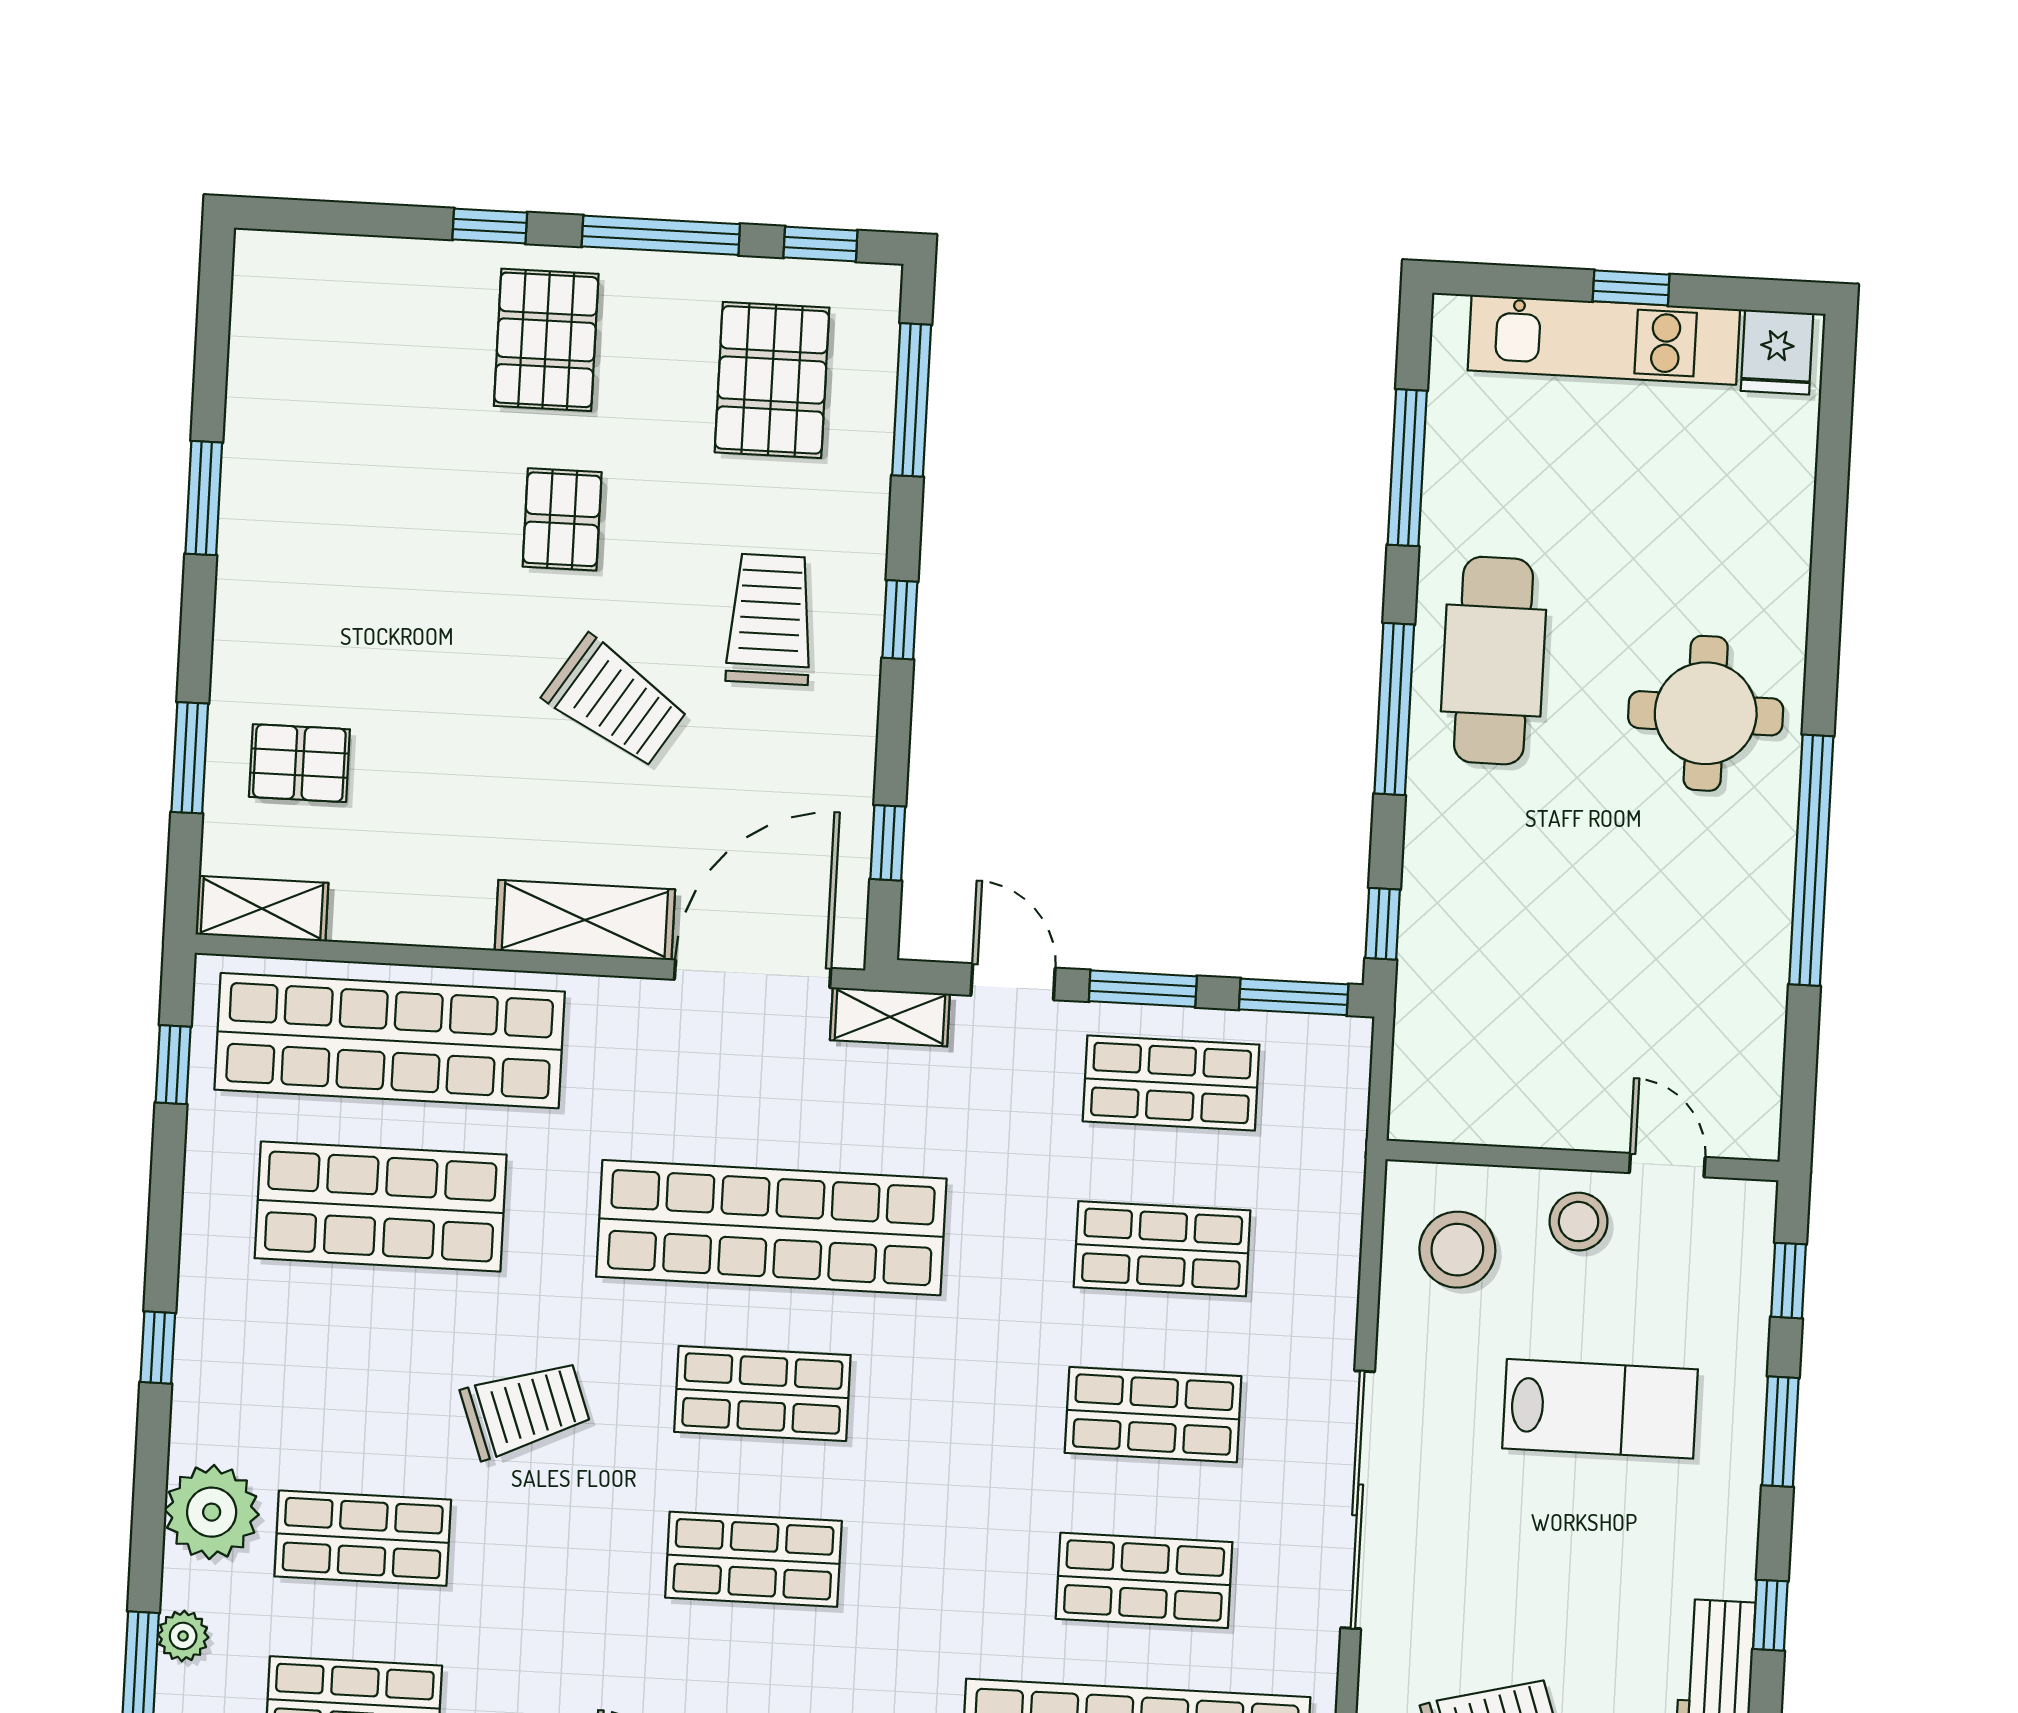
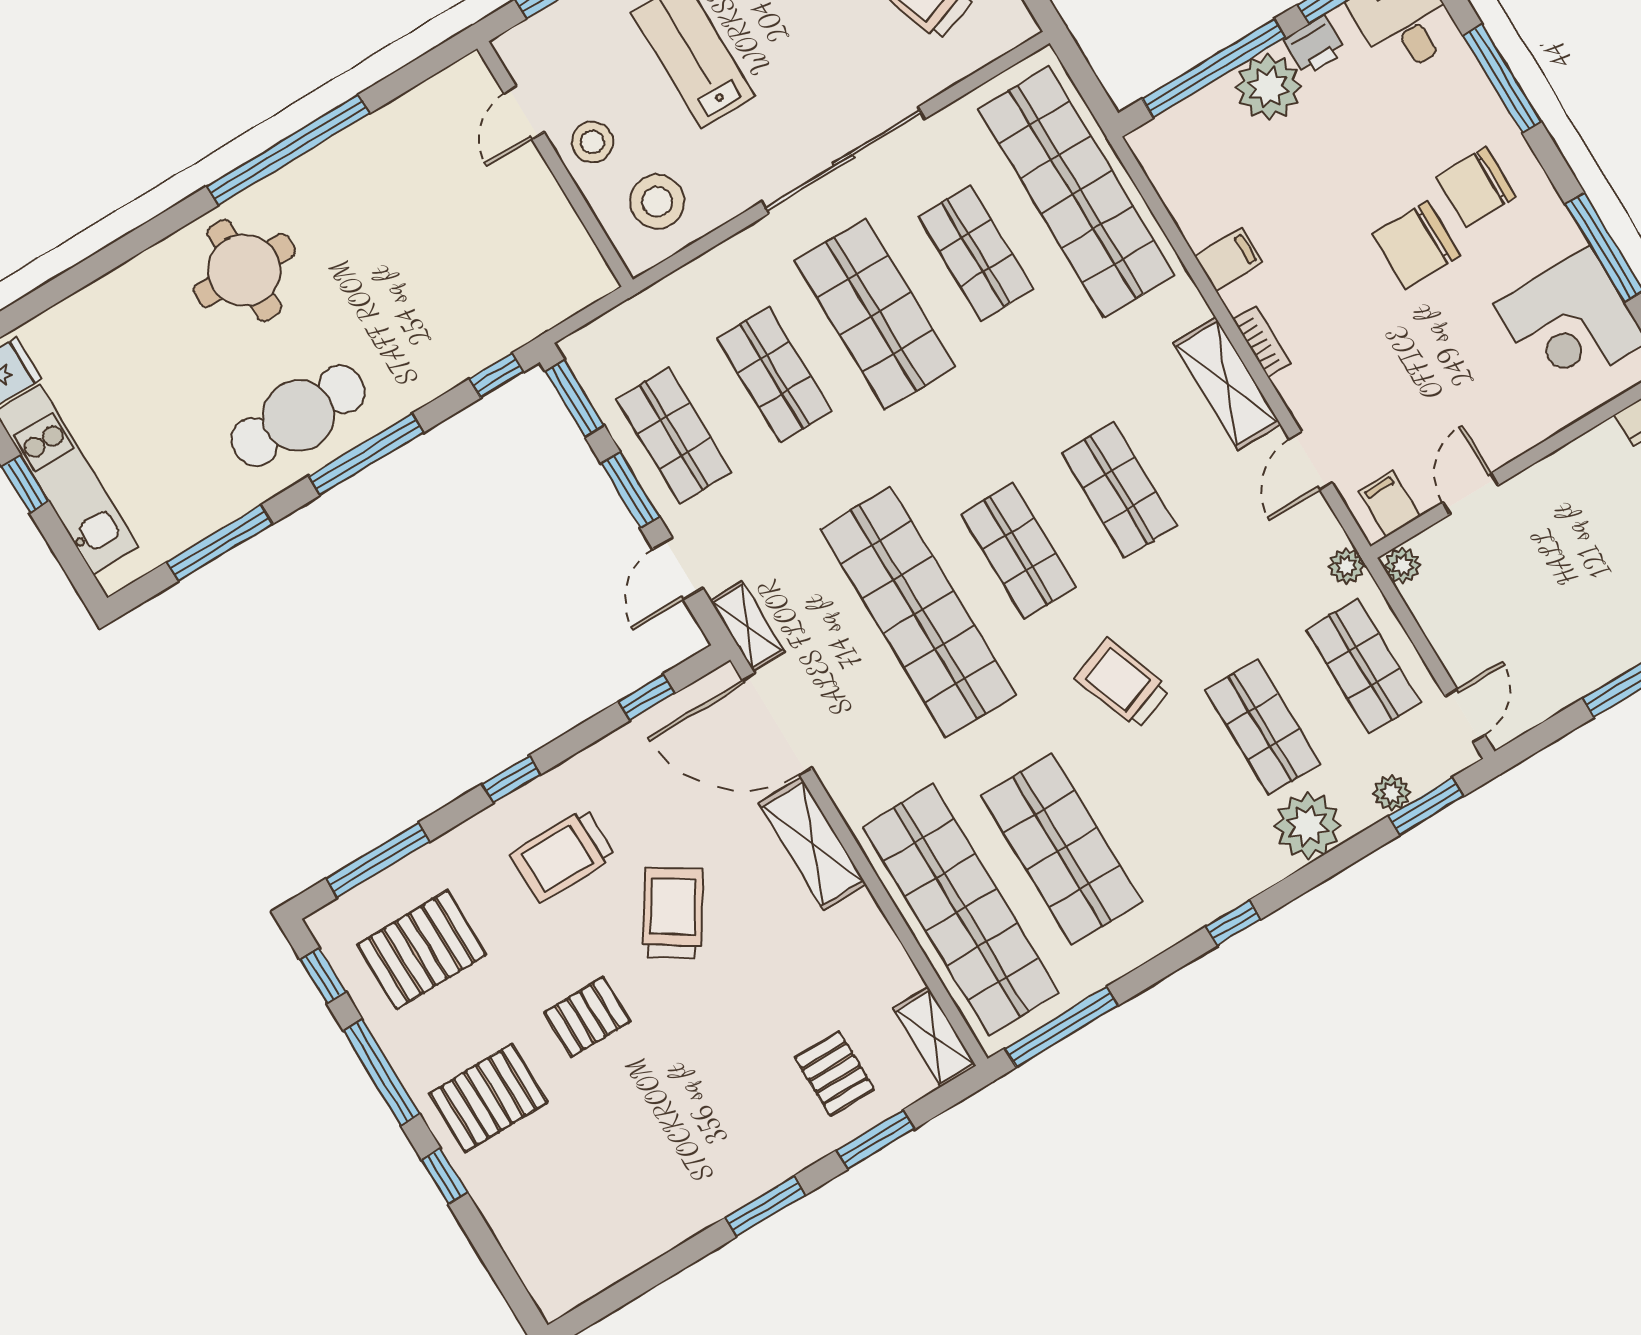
window: (204, 498) -> (765, 1206), moved
window: (173, 1065) -> (1061, 1027), width x2.17
shop shelf: (1153, 1415) -> (875, 314), width x1.43, depth x1.36

